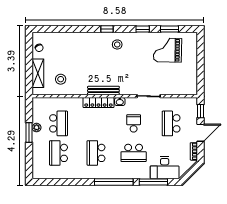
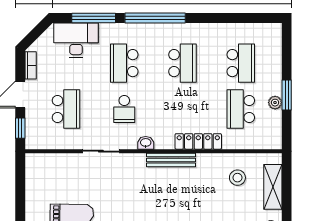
locker: (98, 103) -> (198, 141), moved
school desk: (134, 153) -> (124, 63), turned -90

